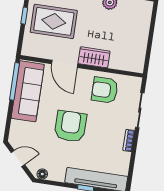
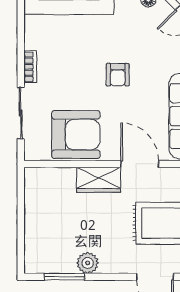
armchair: (105, 90) -> (76, 135), width x1.36, depth x1.36
armchair: (70, 126) -> (118, 75), width x0.53, depth x0.53

